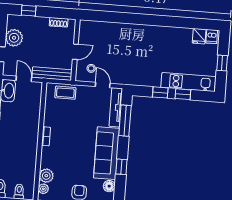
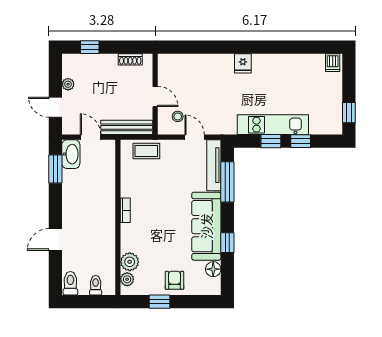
fridge: (199, 36) -> (243, 63), moved
plant: (14, 38) -> (68, 84), width x0.53, depth x0.53
door: (75, 52) -> (155, 96), hinge flipped
window: (222, 63) -> (349, 113), moved
kitchen unit: (188, 82) -> (273, 125), moved

